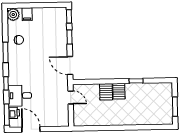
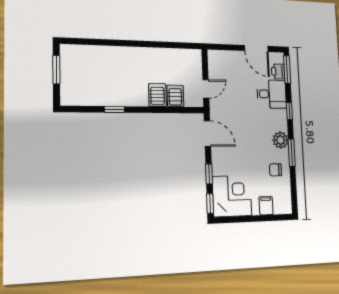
plant: (13, 15) -> (280, 140), moved
corner desk: (53, 21) -> (232, 196), added
server rack: (119, 91) -> (175, 96), moved
door: (71, 98) -> (206, 89), swing flipped

